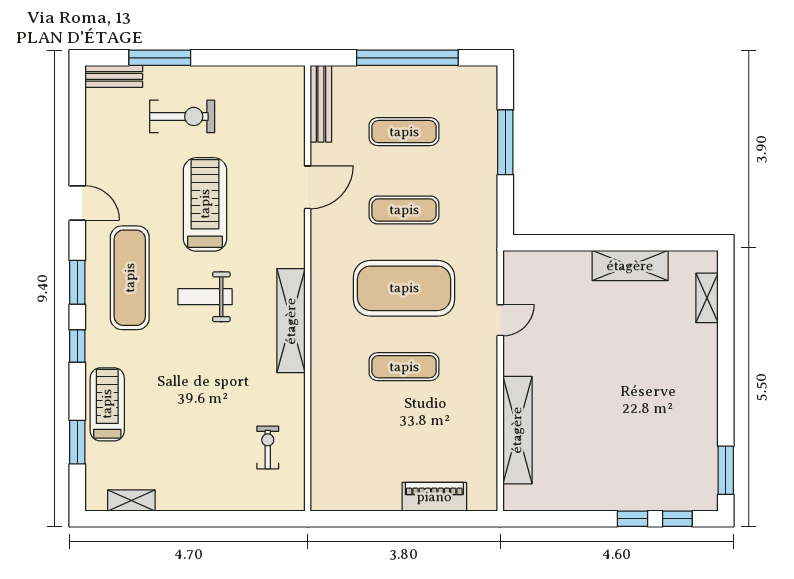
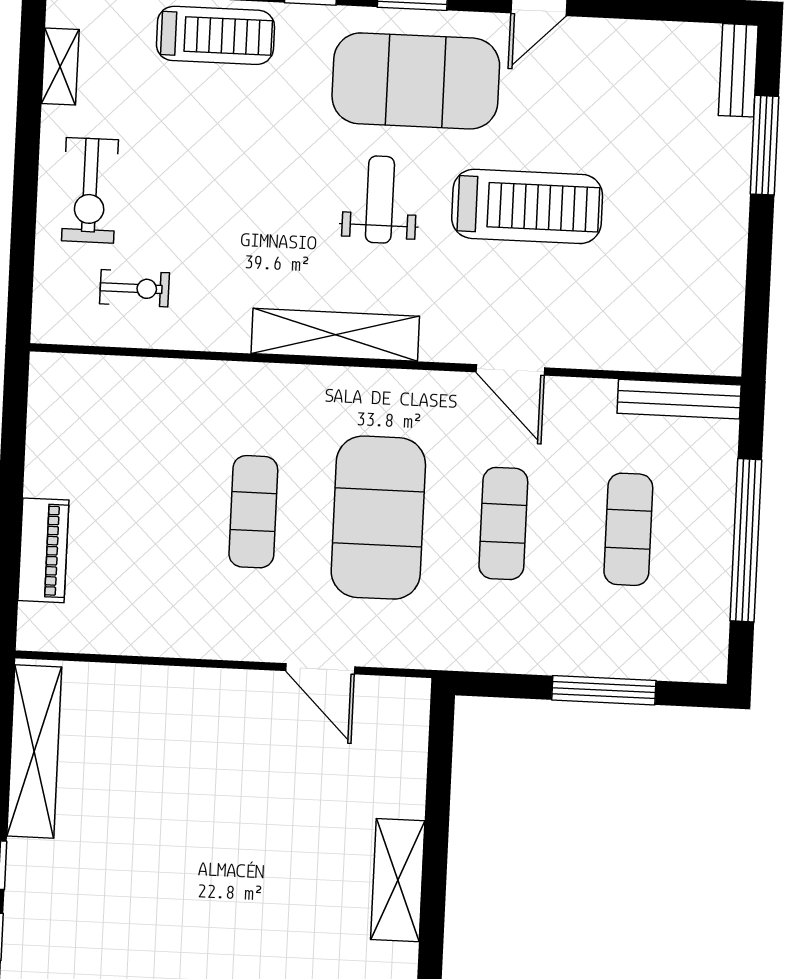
exercise bike: (182, 116) -> (90, 190), moved
door: (308, 187) -> (510, 370), moved
exercise mat: (130, 278) -> (416, 81), width x1.47
door: (500, 320) -> (320, 669), width x1.37
shelving: (517, 430) -> (34, 751), moved, turned 90

